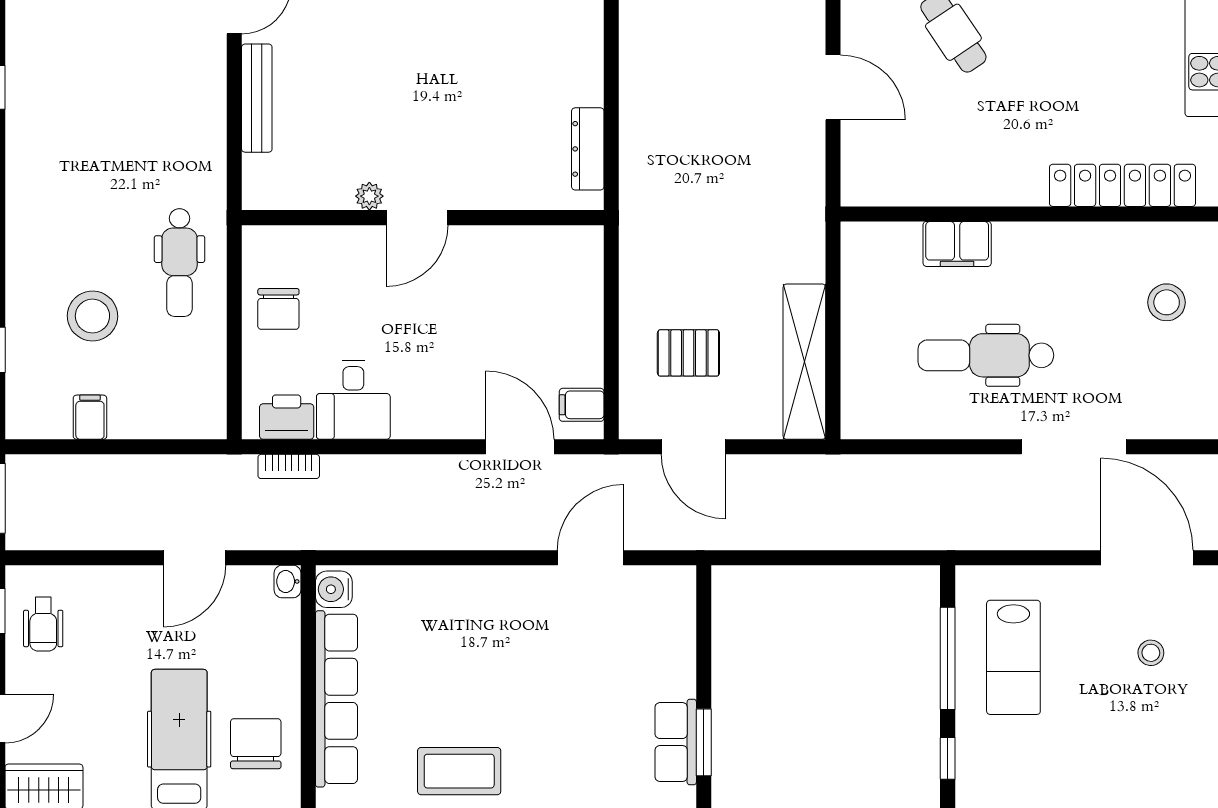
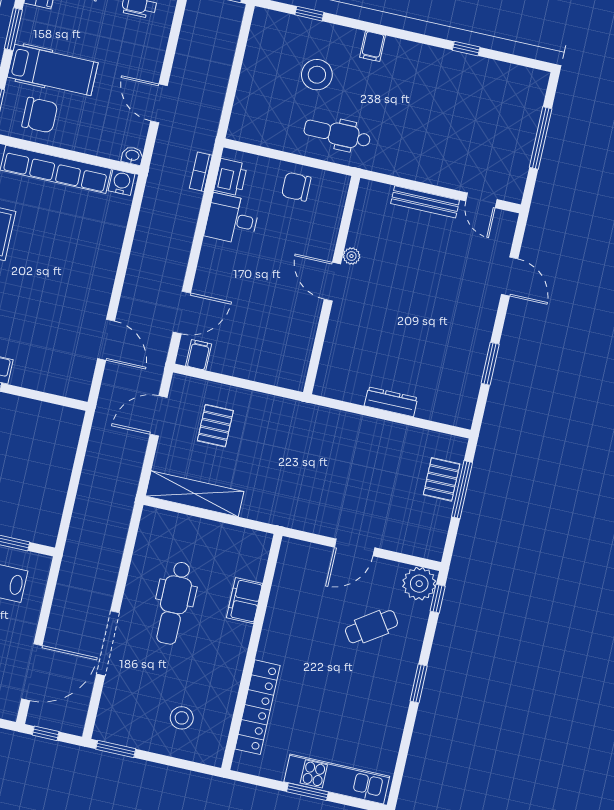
dresser: (588, 149) -> (391, 402), moved
dental chair: (986, 355) -> (174, 603), turned 180
filing cabinet: (90, 417) -> (373, 46), moved, turned 90

